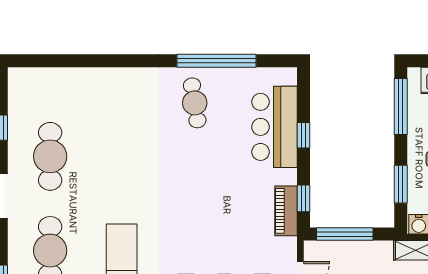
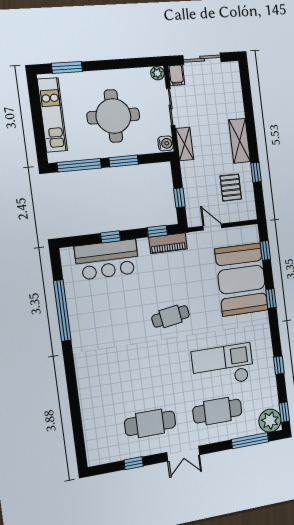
cafe table: (195, 103) -> (171, 316), moved
window: (401, 184) -> (124, 161), moved
window: (345, 234) -> (179, 198), width x0.46

